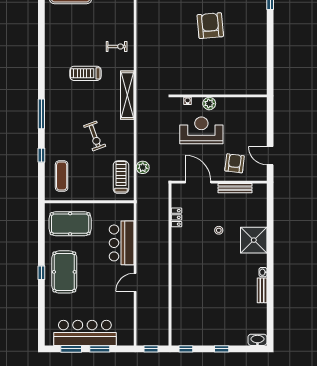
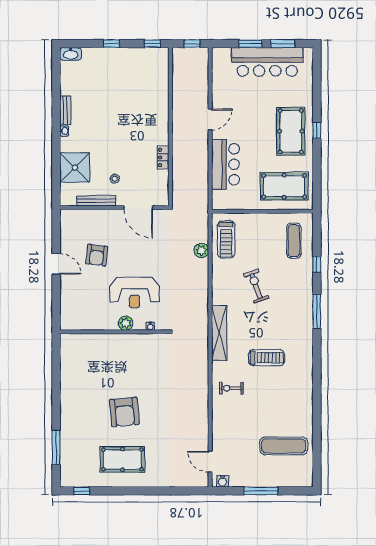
door: (198, 182) -> (138, 208), moved
wall: (219, 182) -> (114, 208), moved
bench: (235, 188) -> (96, 201), moved
locker: (176, 217) -> (163, 157), moved

